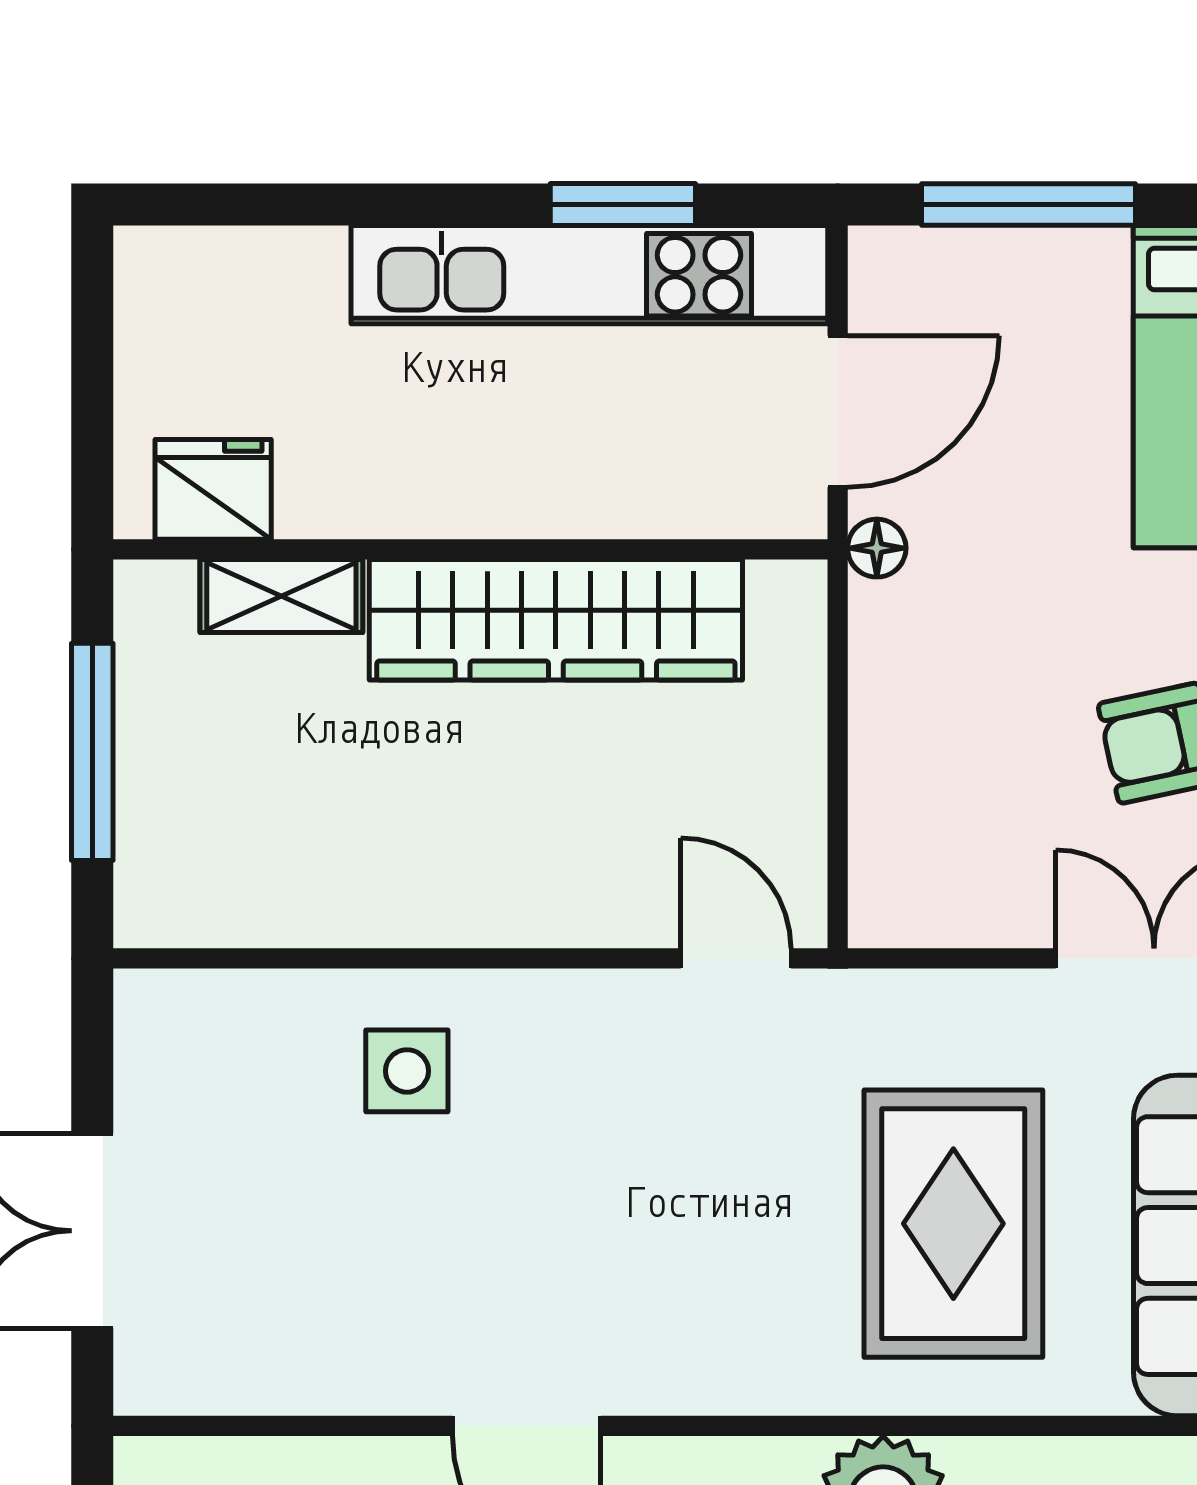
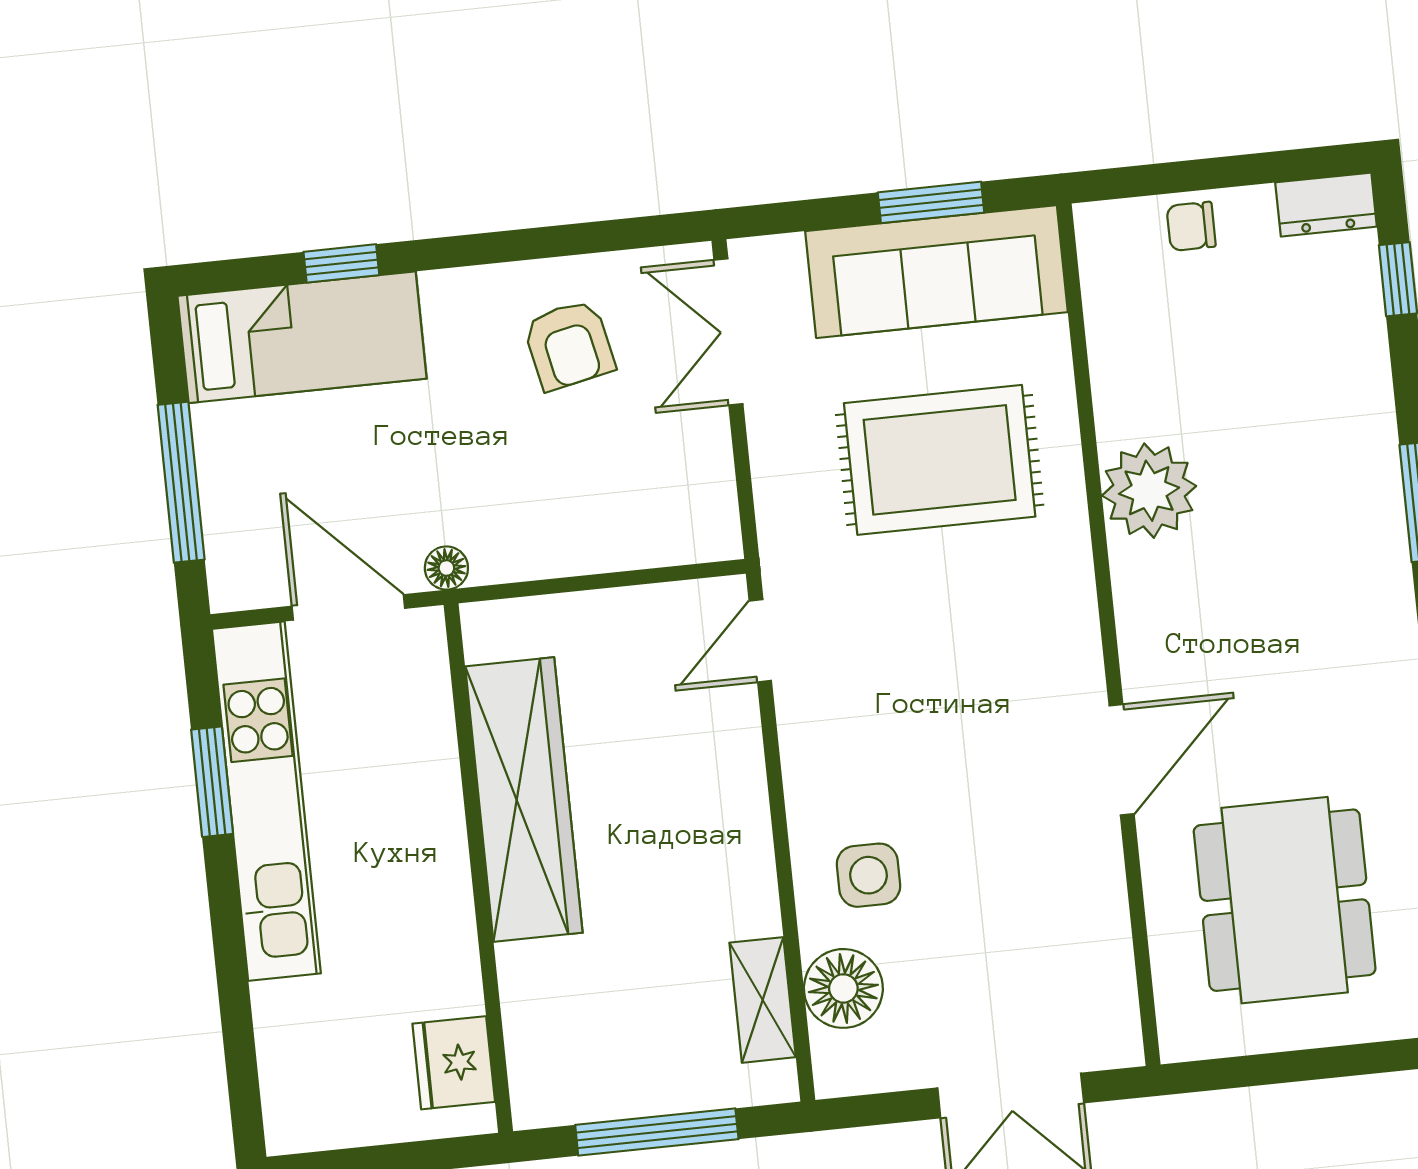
shelving: (281, 596) -> (763, 1000), moved
floor lamp: (259, 1022) -> (843, 988), added

